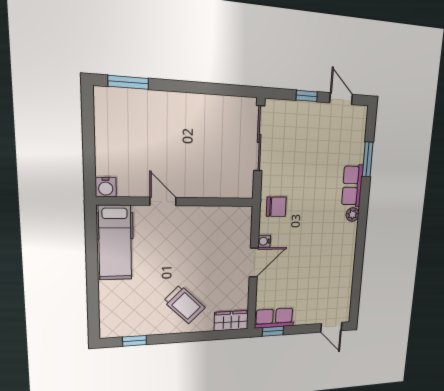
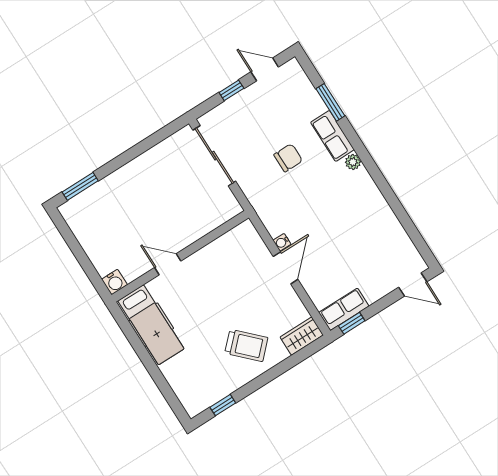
chair: (276, 207) -> (288, 158), moved

